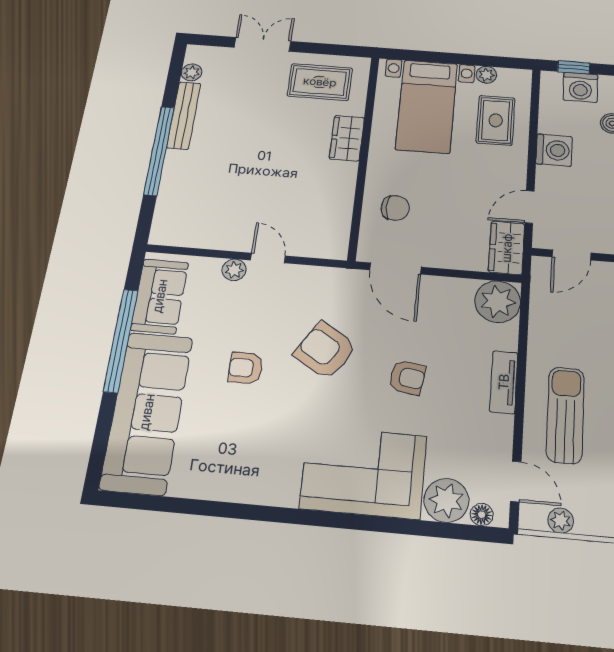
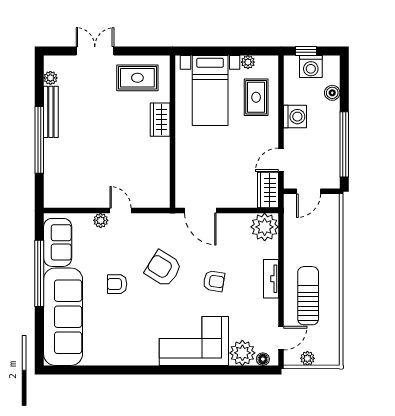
chair: (395, 208) -> (196, 168), removed
door: (516, 481) -> (281, 338), hinge flipped

